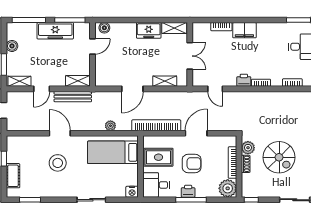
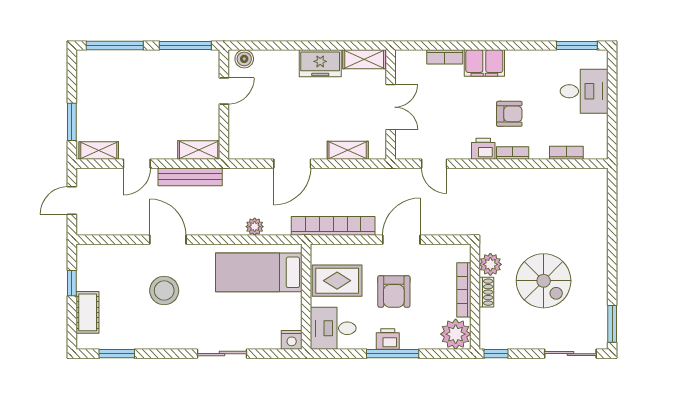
freezer: (55, 31) -> (160, 64), removed
boiler: (12, 46) -> (86, 90), removed
armchair: (259, 60) -> (509, 114), added
armchair: (192, 163) -> (394, 291), turned 90

